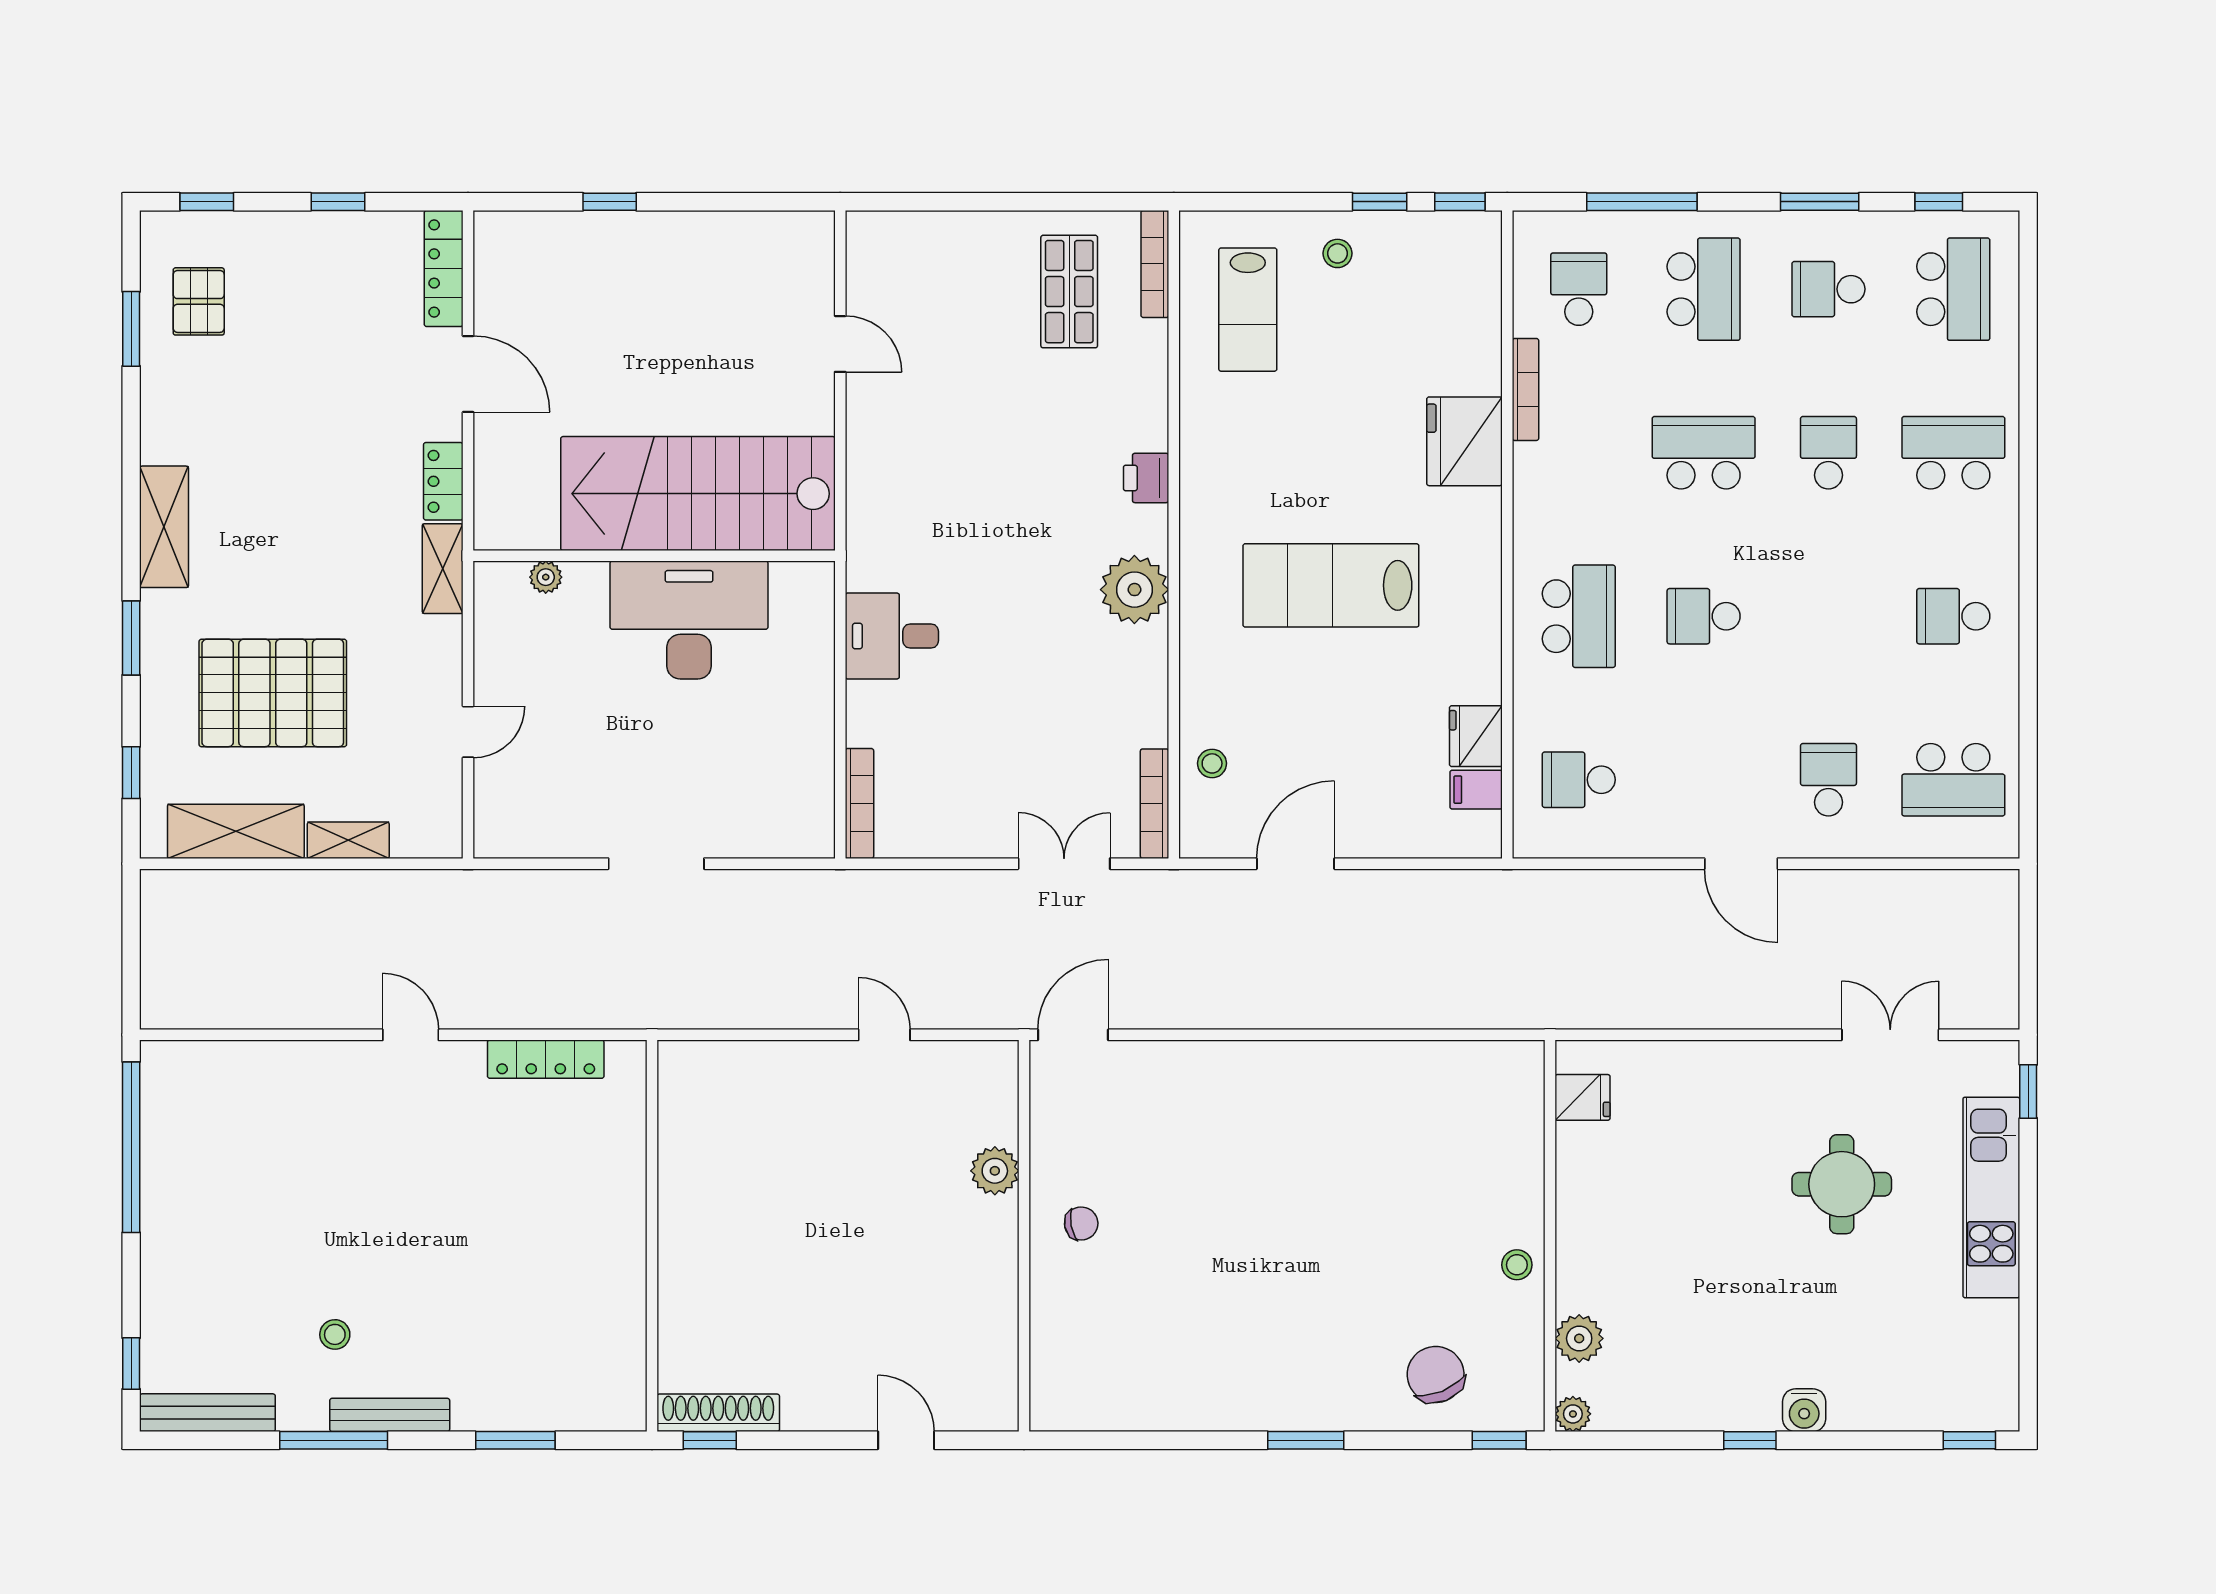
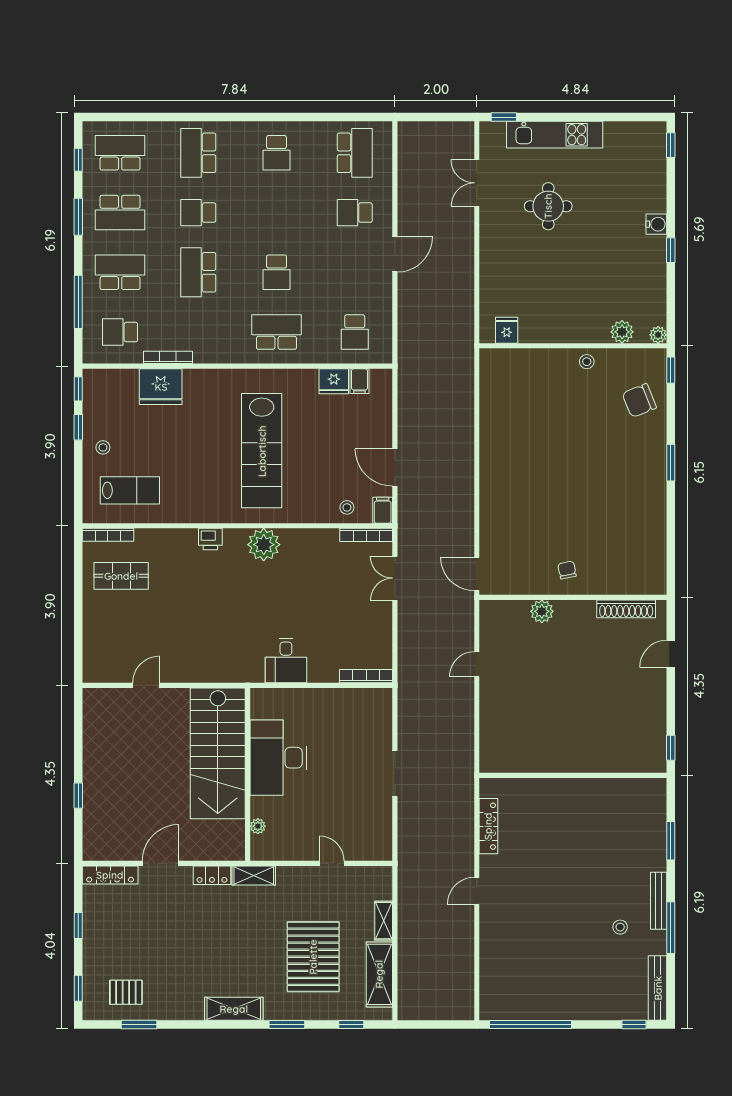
school desk: (1828, 289) -> (120, 213), width x1.85
fridge: (1465, 441) -> (161, 387), moved
lab bench: (1331, 585) -> (262, 451), width x1.36
filing cabinet: (1206, 838) -> (383, 510), added
shoe rack: (718, 1413) -> (626, 609), moved, turned -90

